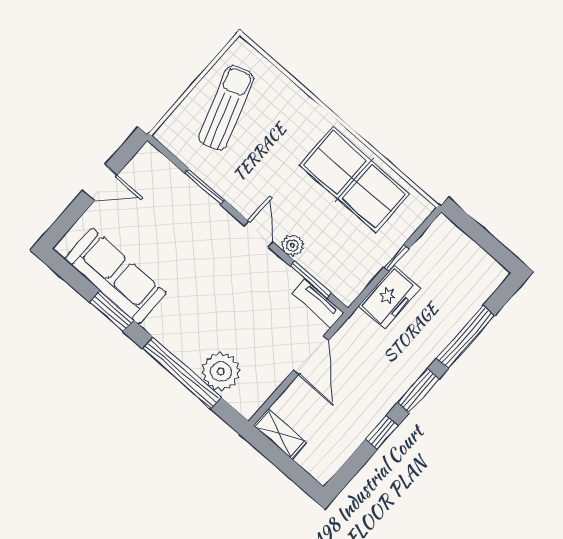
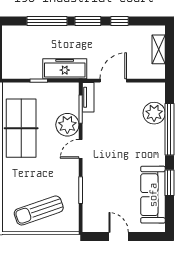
plant: (292, 245) -> (67, 125), width x1.88, depth x1.88
freezer: (389, 297) -> (65, 69), width x1.40
shelving: (280, 434) -> (159, 49), moved

